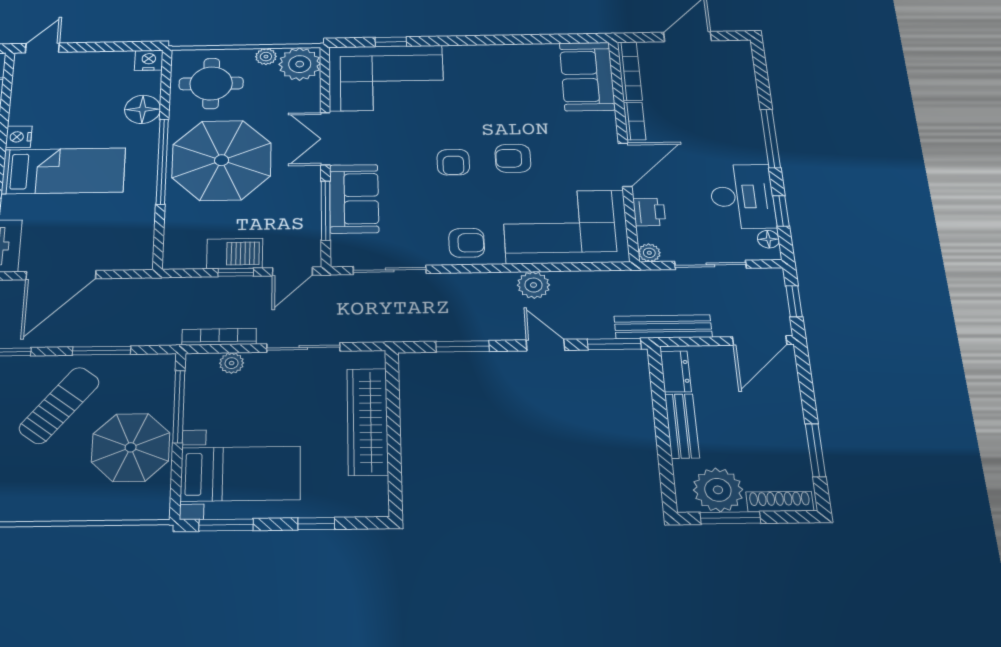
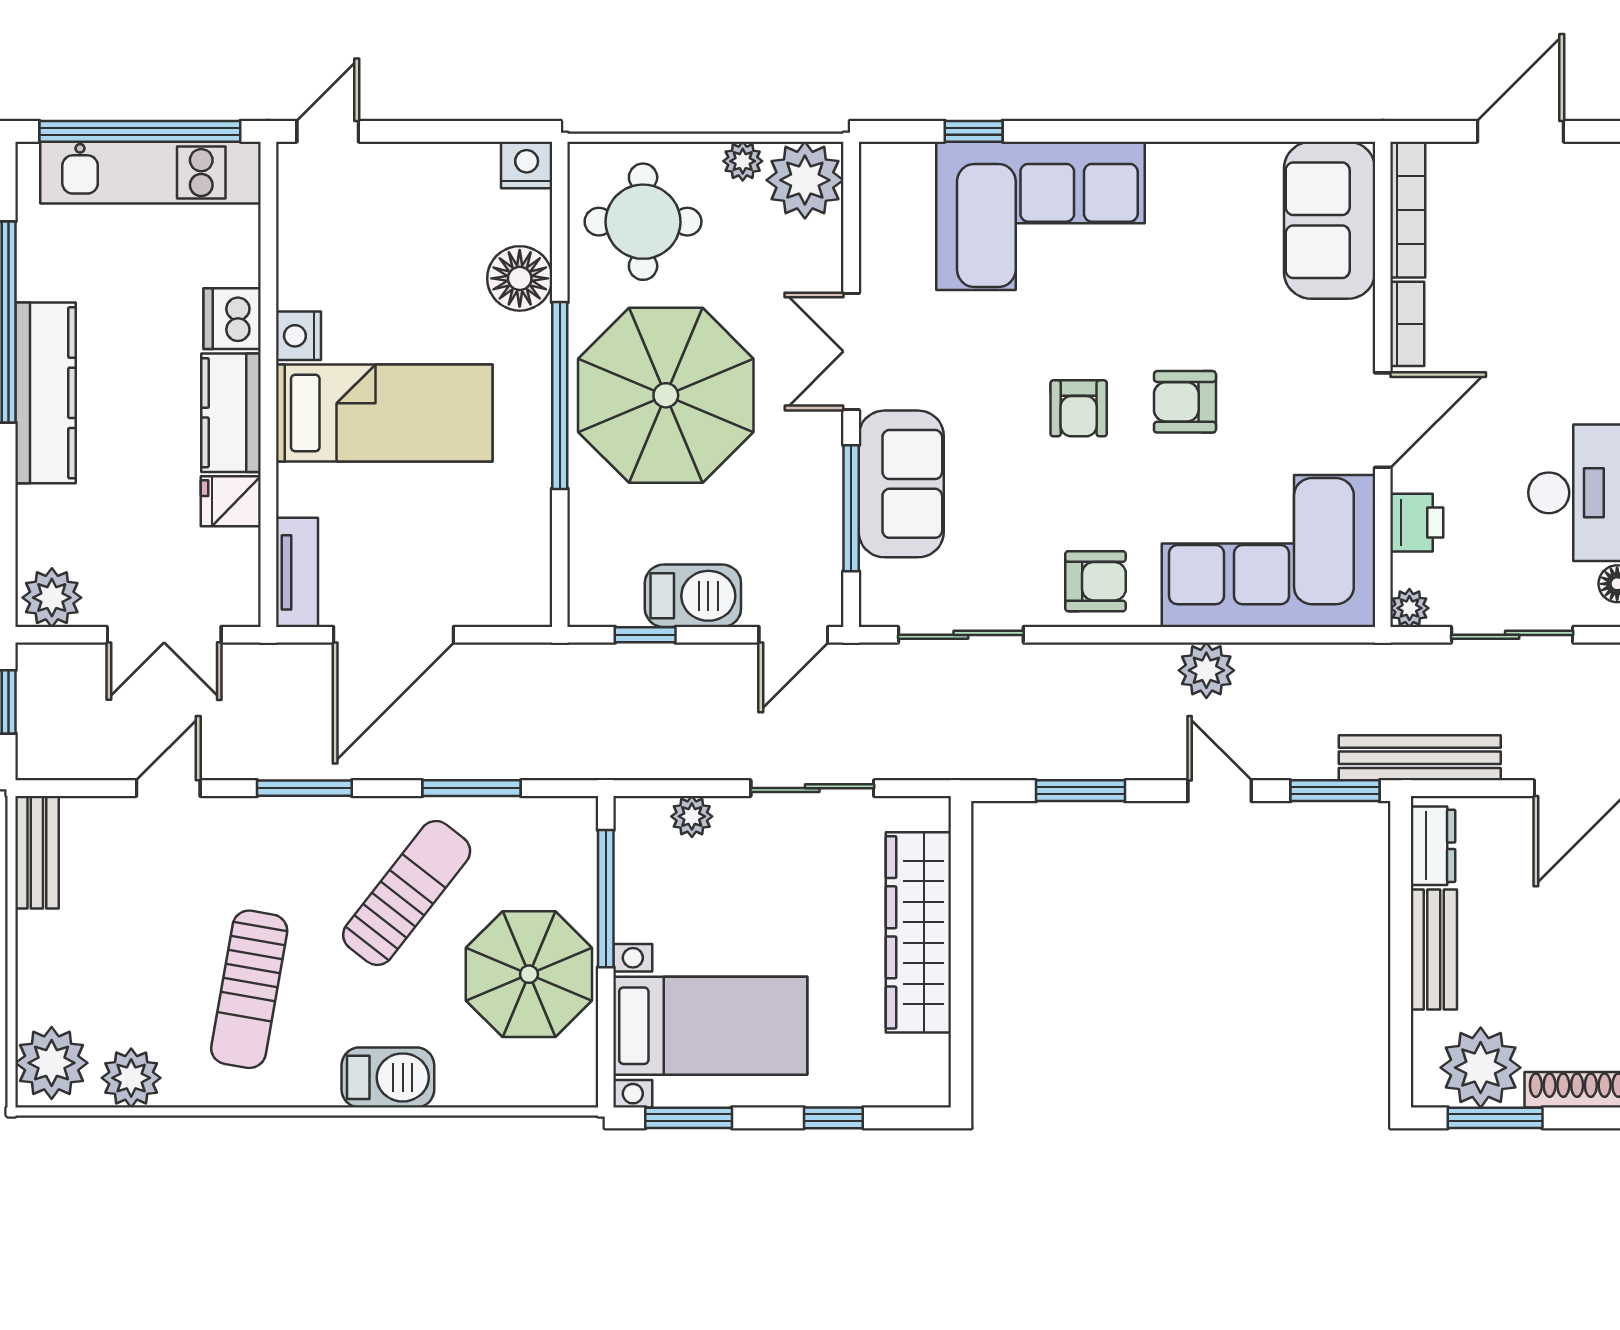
corner sofa: (386, 78) -> (1041, 216), moved
window: (236, 272) -> (645, 635), moved
bookcase: (219, 337) -> (670, 764), removed
barbecue: (41, 505) -> (388, 1077), added

